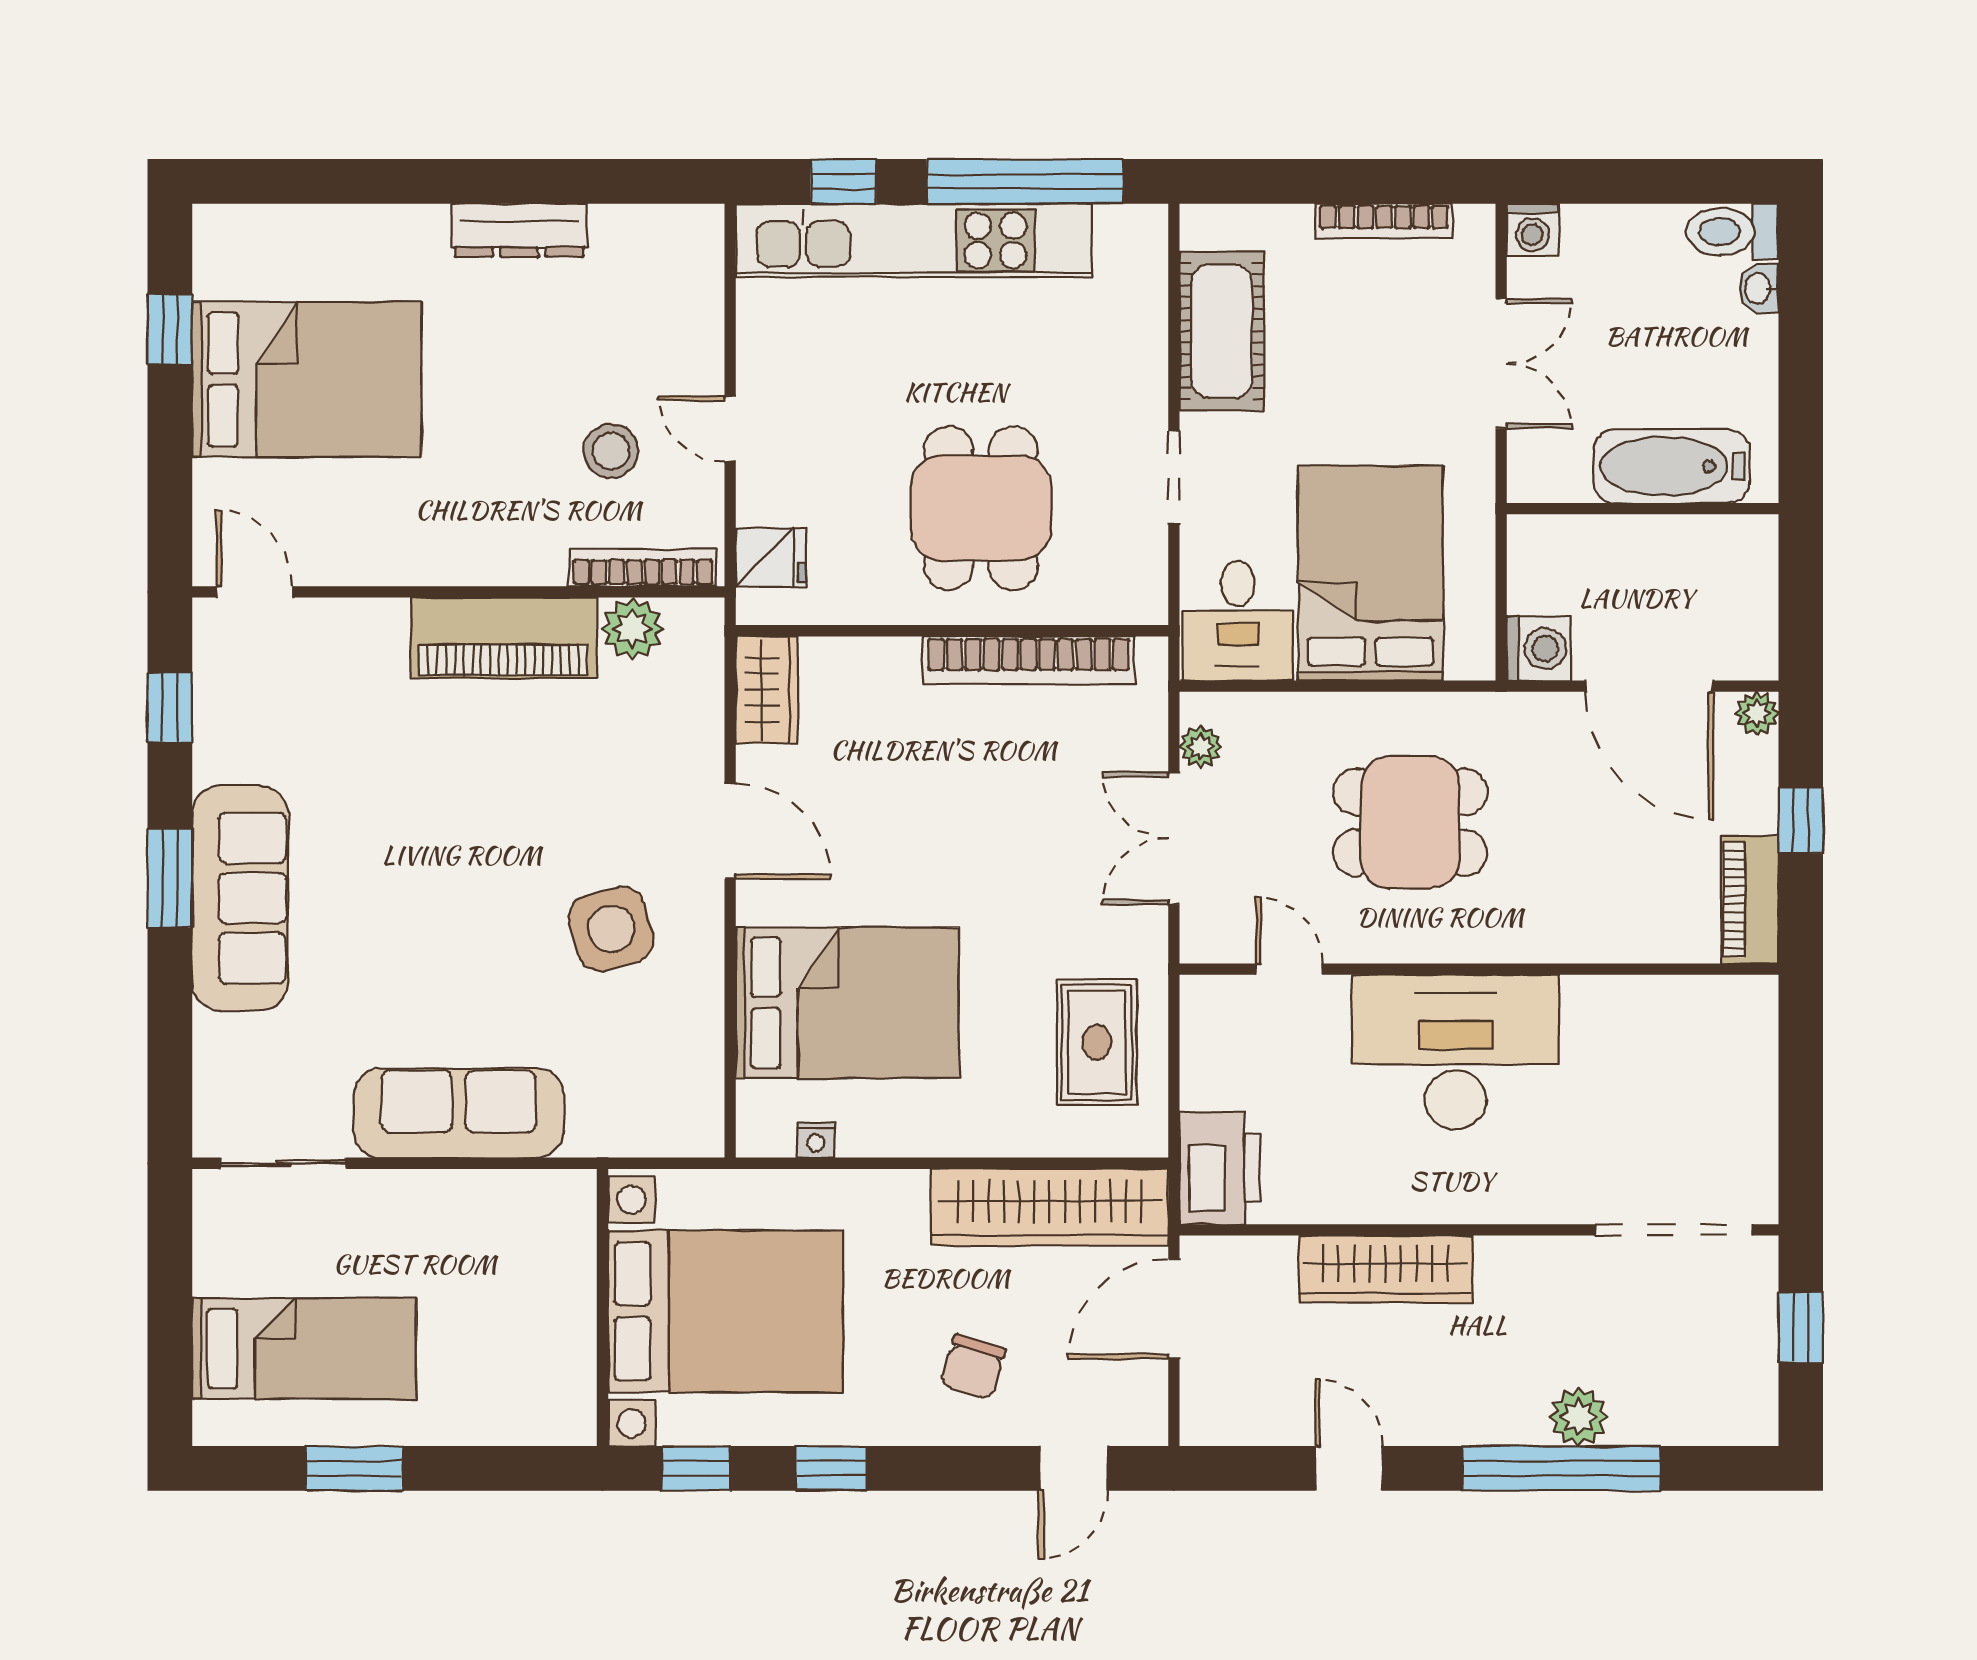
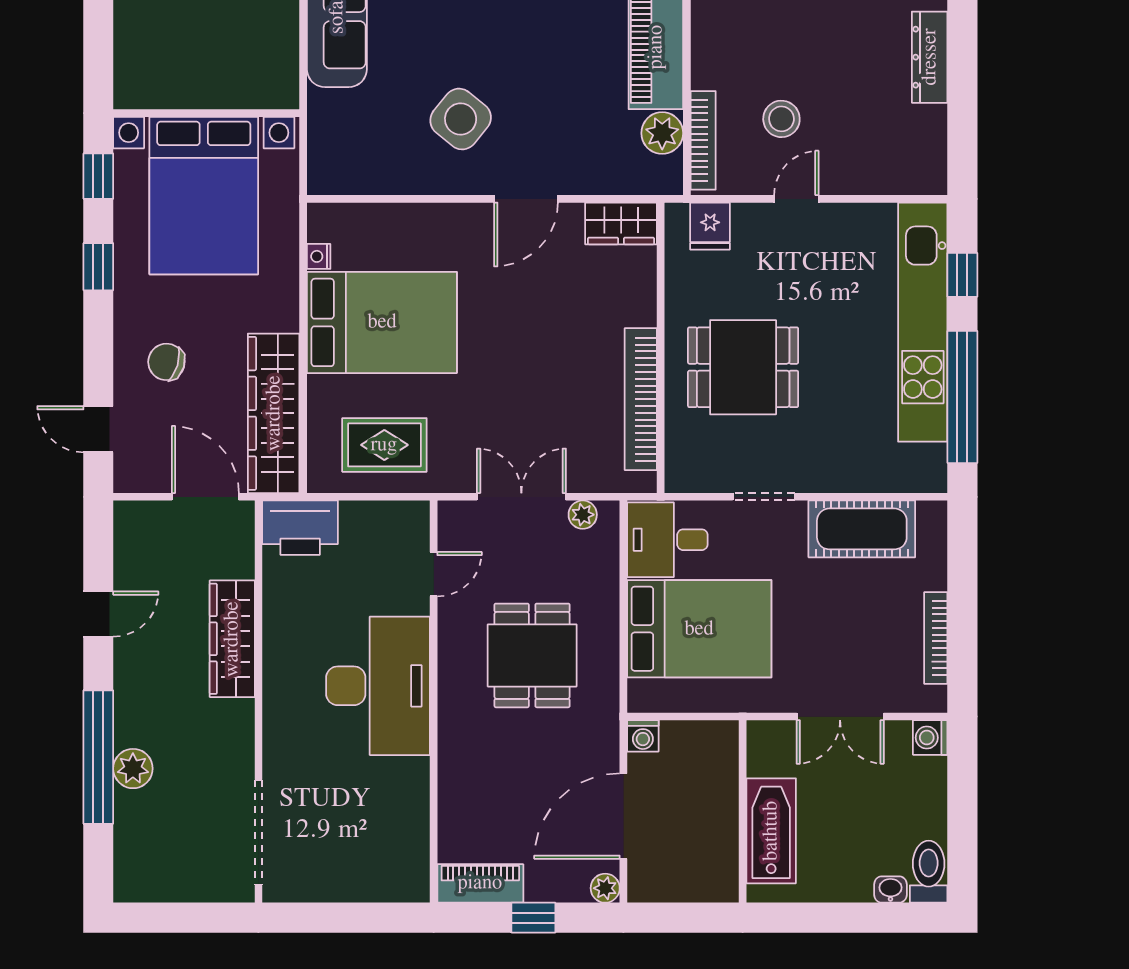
washing machine: (1539, 648) -> (643, 736), width x0.73, depth x0.73
side table: (611, 929) -> (461, 119), turned -36
bed: (847, 1003) -> (382, 322), moved, turned -90
window: (1801, 1328) -> (193, 918), removed

